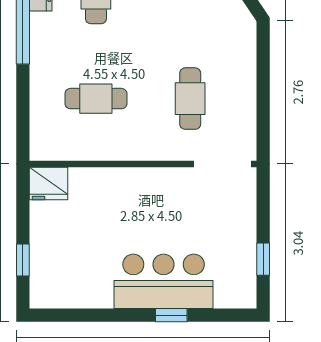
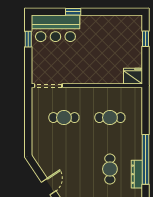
cafe table: (190, 99) -> (64, 118), turned 90
bar counter: (164, 281) -> (55, 28), moved

